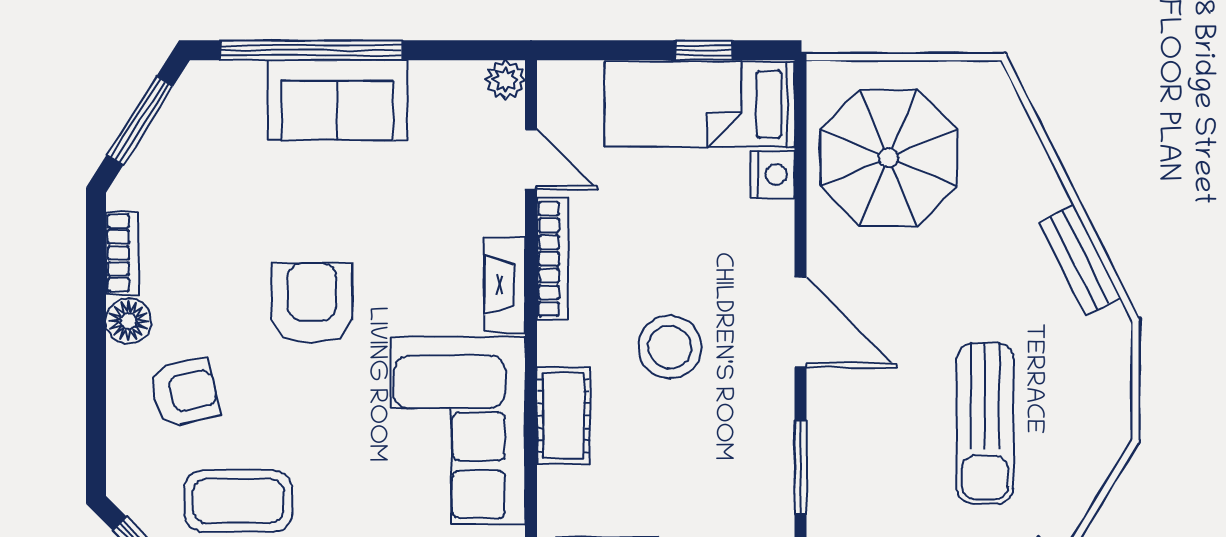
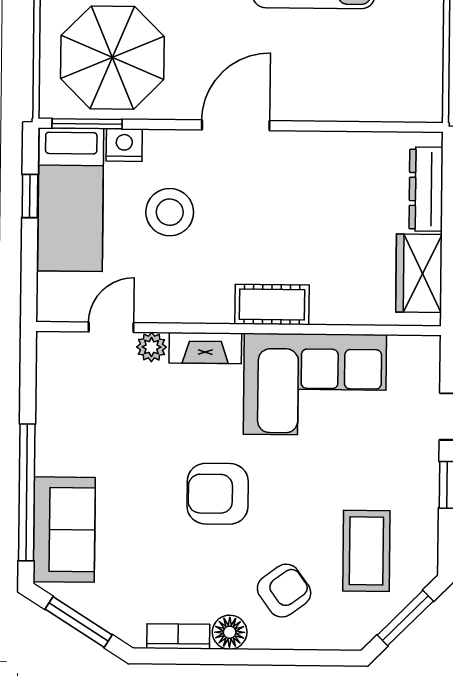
plant: (505, 80) -> (151, 347), moved
sofa: (337, 100) -> (64, 530), moved
bookcase: (553, 259) -> (186, 312), removed
stool: (670, 347) -> (170, 212), moved
armchair: (184, 393) -> (284, 591), turned 67
cot: (563, 416) -> (272, 305), moved
window: (800, 467) -> (87, 124), moved

